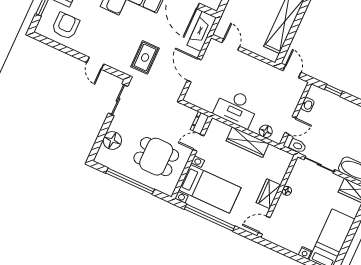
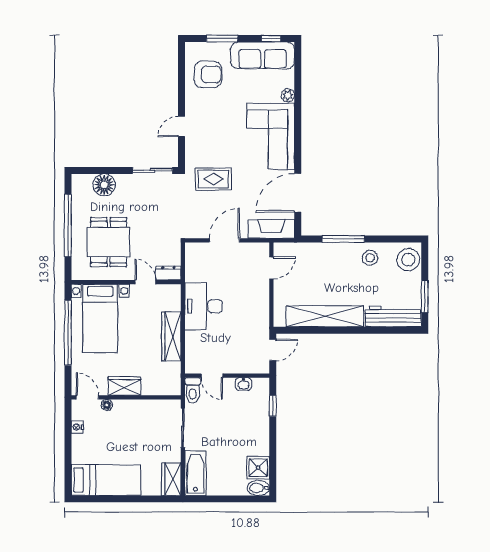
floor lamp: (266, 131) -> (193, 351), removed
floor lamp: (287, 191) -> (107, 405), moved
nightstand: (305, 253) -> (77, 427), moved

